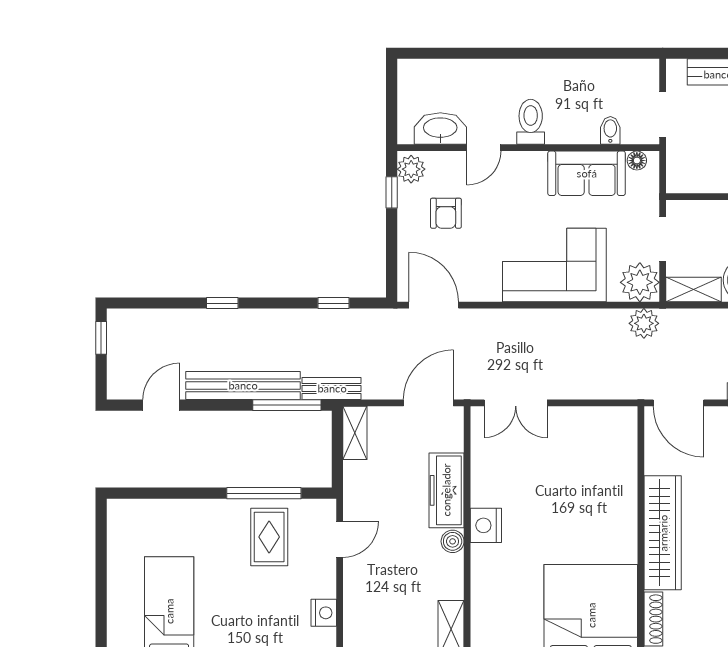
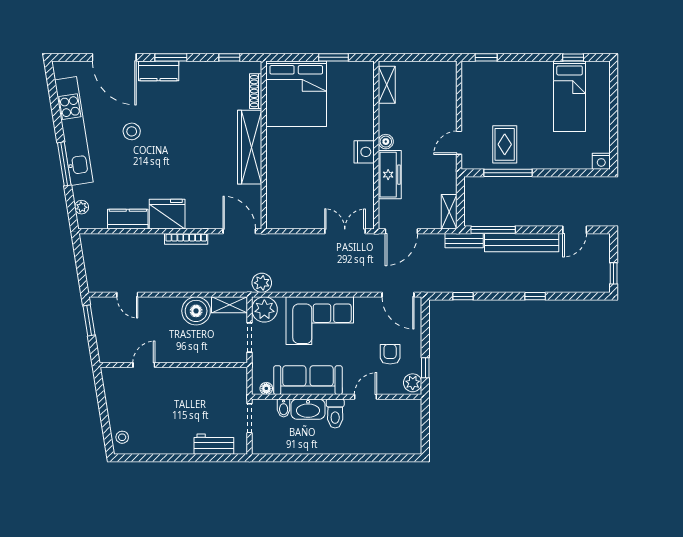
washbasin: (440, 129) -> (308, 409), moved
sofa: (587, 173) -> (308, 380), width x1.36
nightstand: (324, 613) -> (601, 161), moved, turned -90

